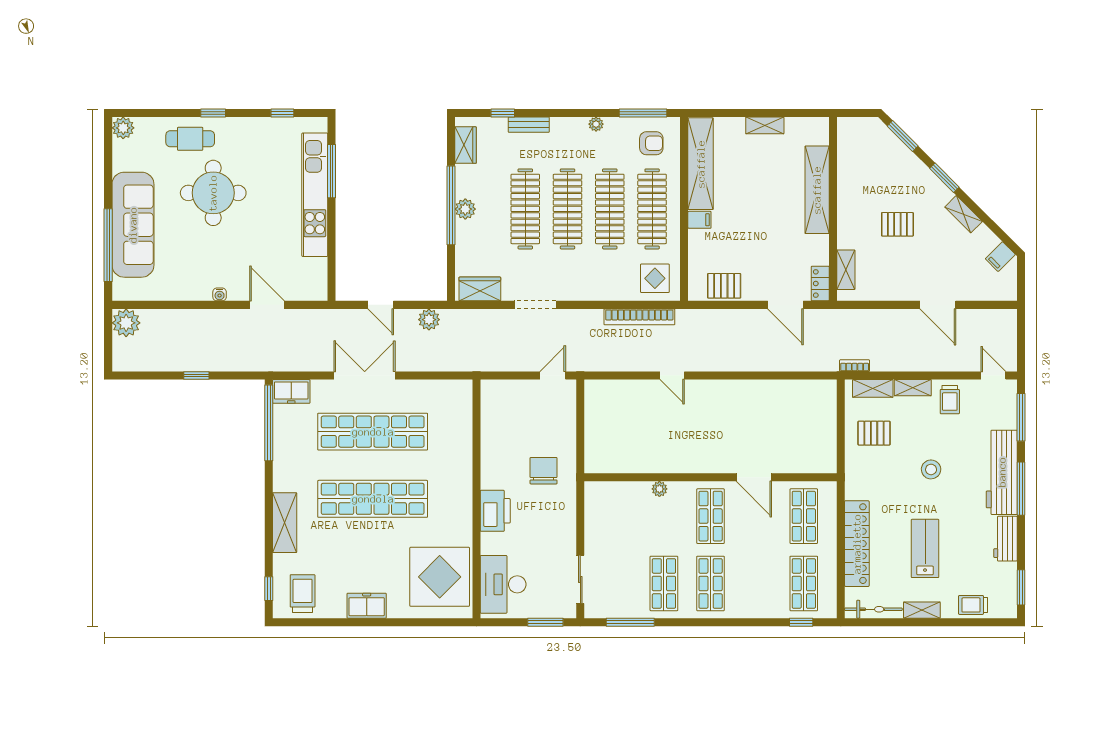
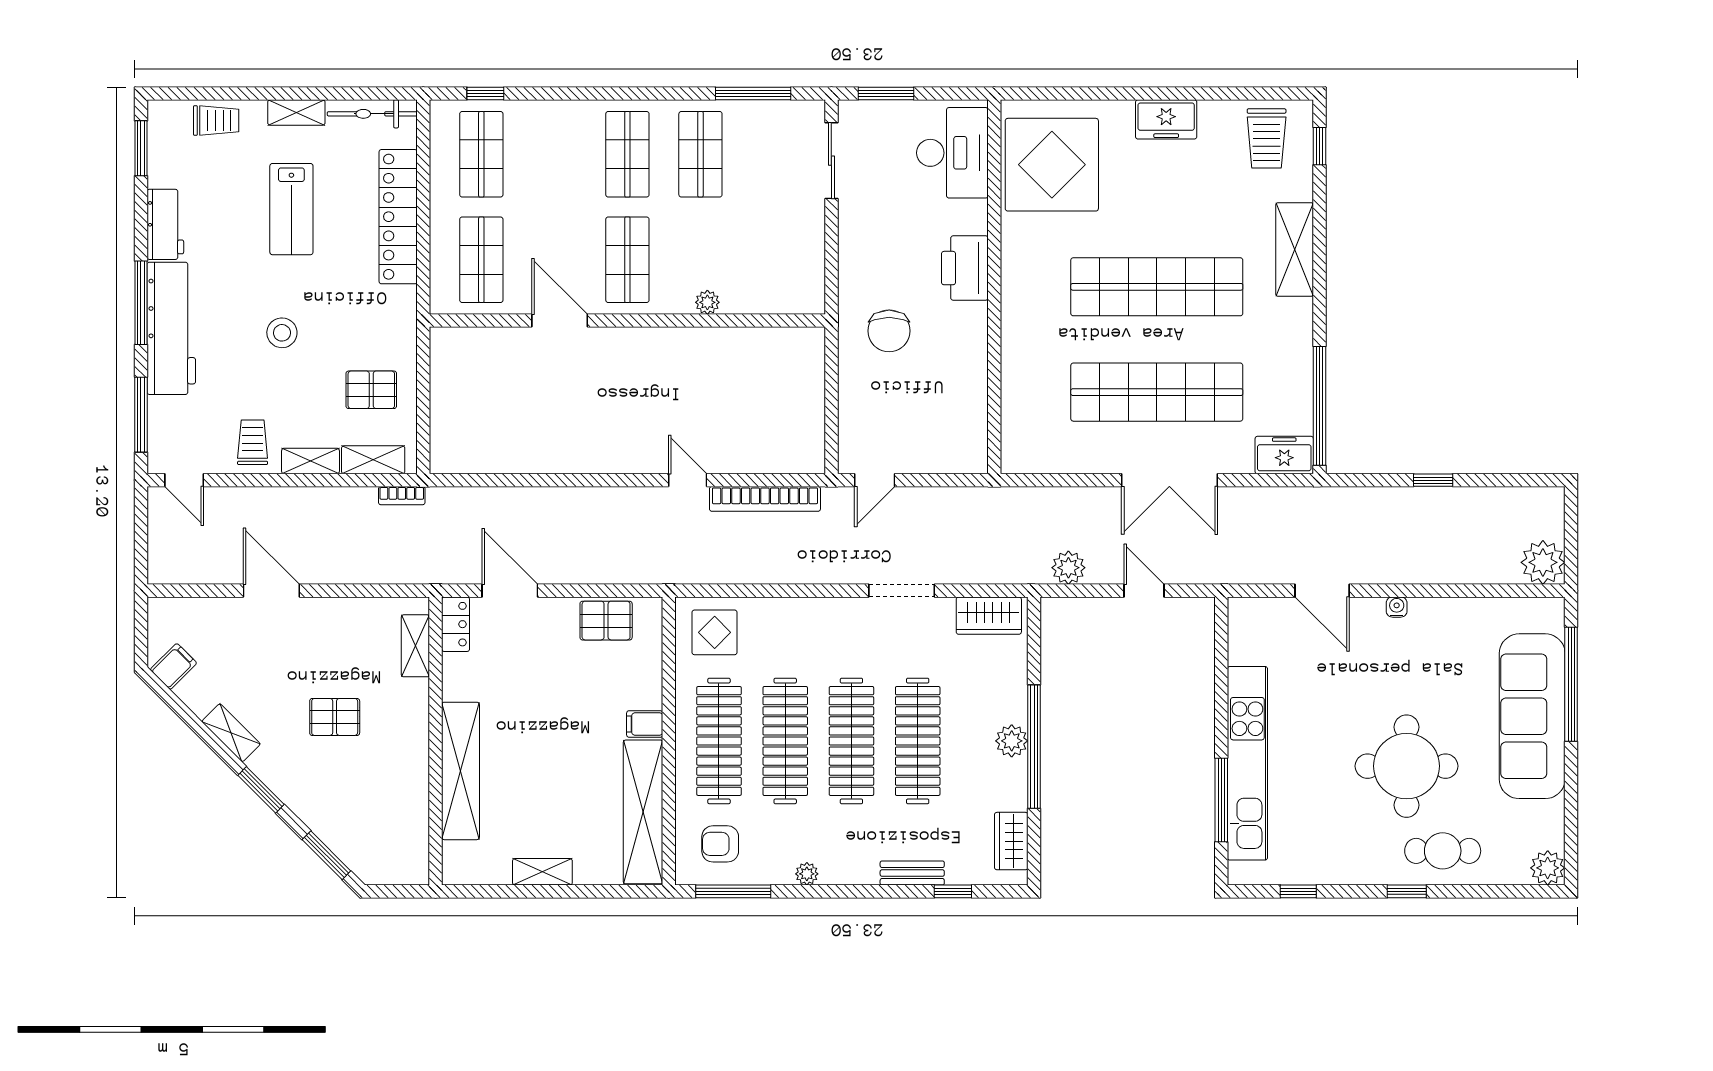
bookcase: (639, 317) -> (765, 499), moved, turned 180

